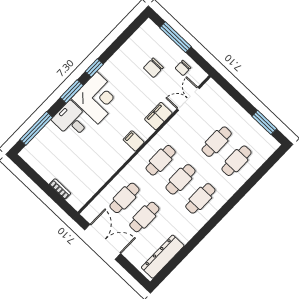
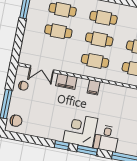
chair: (153, 68) -> (16, 121), moved

